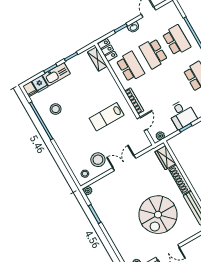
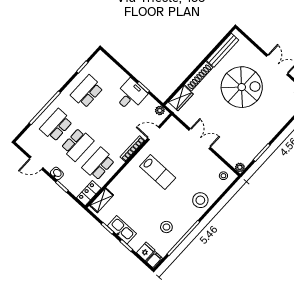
kitchen sink: (56, 74) -> (122, 230), moved
stool: (98, 160) -> (200, 200), moved
double door: (124, 163) -> (200, 139), swing flipped

